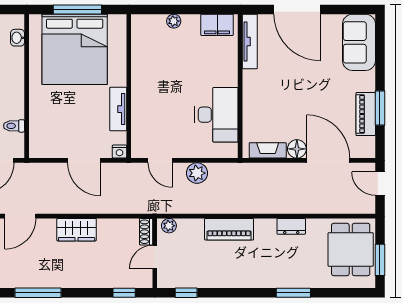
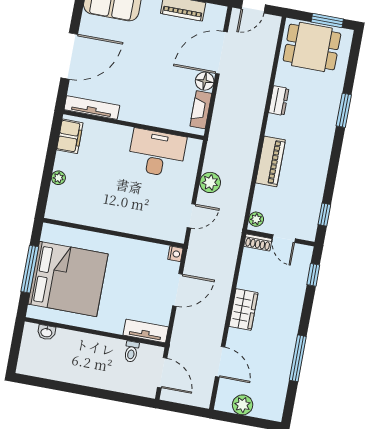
tv unit: (118, 109) -> (146, 331), moved, turned 180

